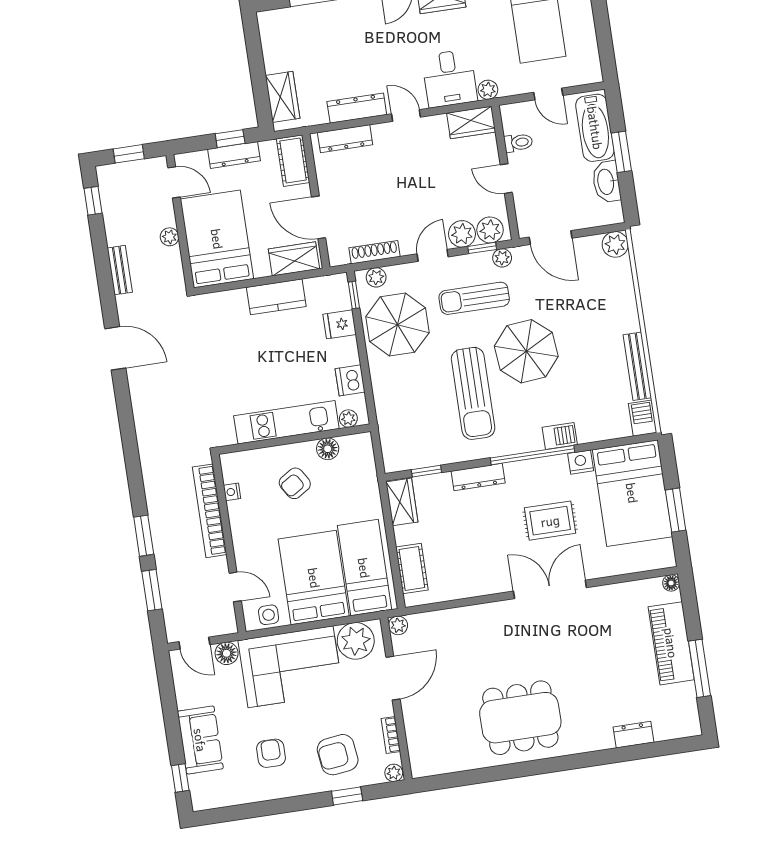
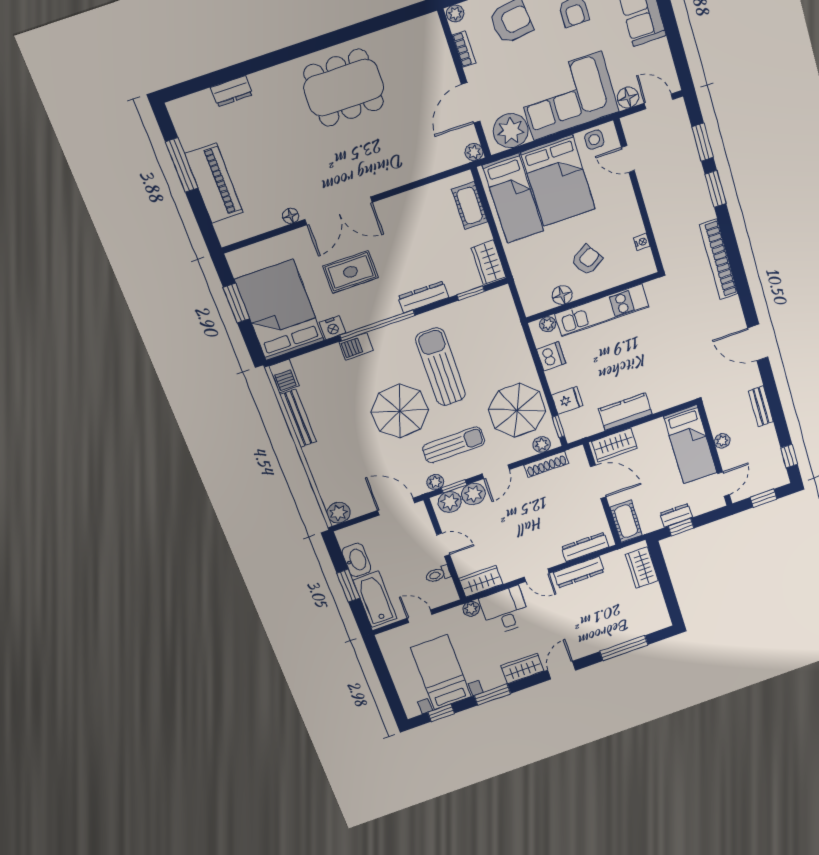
dresser: (234, 155) -> (676, 515), width x0.70
door: (174, 182) -> (723, 484), swing flipped
bed: (217, 239) -> (690, 444), width x0.67
bookcase: (210, 511) -> (719, 259), moved, turned 180
floor lamp: (671, 583) -> (291, 216), moved

